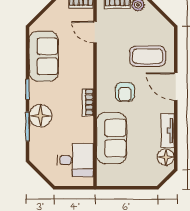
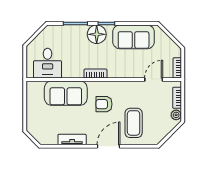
floor lamp: (40, 116) -> (97, 34), moved
floor lamp: (166, 157) -> (50, 138), removed

